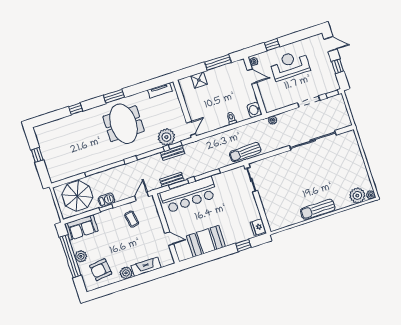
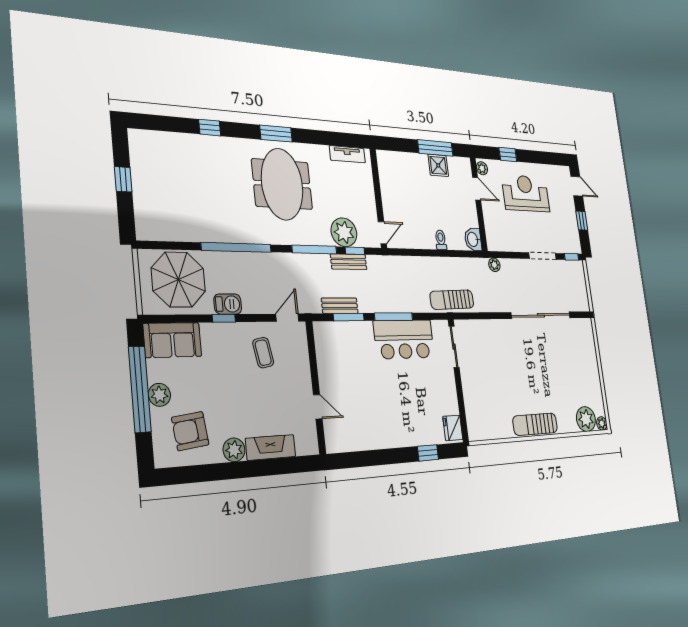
shower: (199, 80) -> (438, 165), moved
bar counter: (189, 195) -> (404, 339), moved, width x0.73
booth: (206, 241) -> (374, 429), removed

